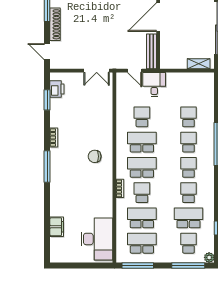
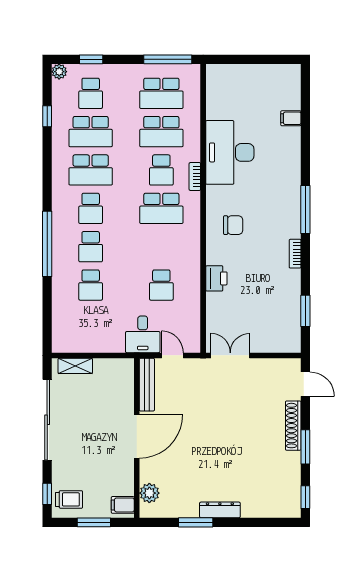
printer: (57, 89) -> (216, 278), moved, turned 180
school desk: (142, 142) -> (161, 247), removed
school desk: (189, 193) -> (91, 170), width x1.85
filing cabinet: (57, 227) -> (291, 118), width x0.50
desk: (97, 239) -> (230, 152), moved
window: (188, 265) -> (91, 59), width x0.46

